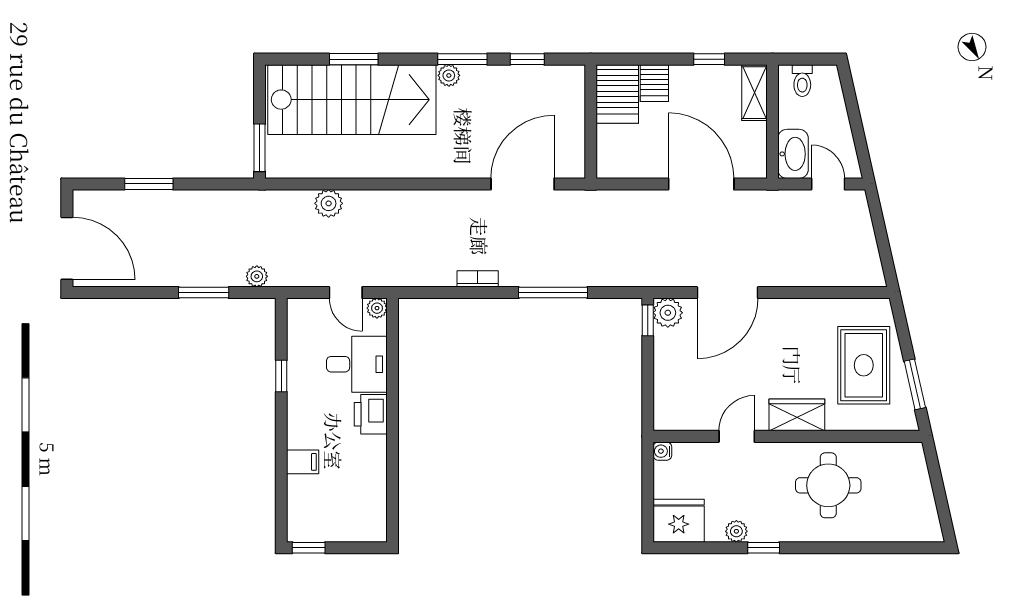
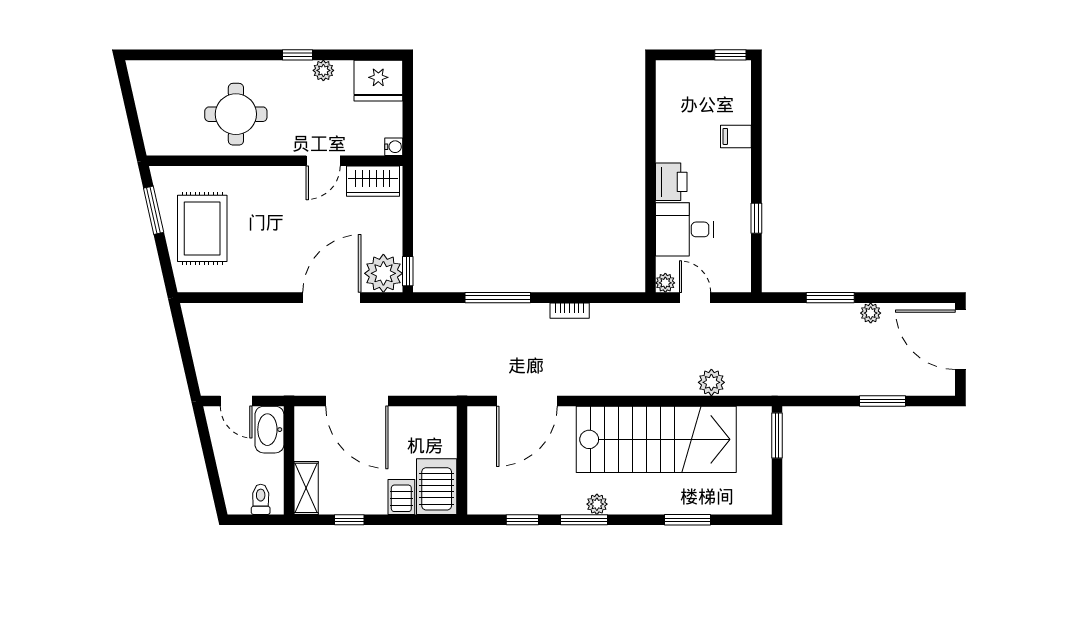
stairs: (352, 100) -> (656, 439), moved, turned 180
plant: (257, 276) -> (871, 313), moved
plant: (668, 313) -> (383, 273), width x1.36, depth x1.36
wardrobe: (797, 415) -> (373, 181), moved

